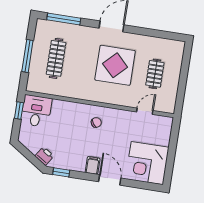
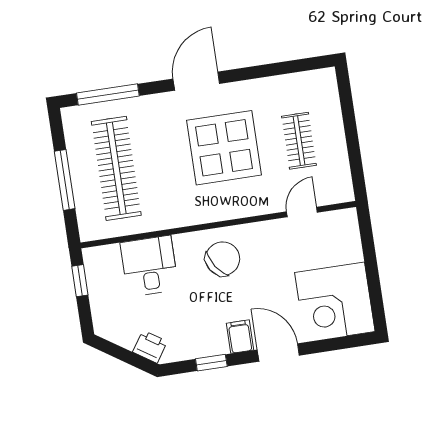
clothes rail: (56, 58) -> (116, 168), width x1.37, depth x1.31
desk: (36, 111) -> (149, 266), moved
chair: (96, 122) -> (223, 259), width x1.87, depth x1.87
window: (61, 172) -> (211, 363), moved

